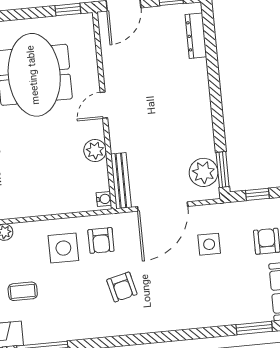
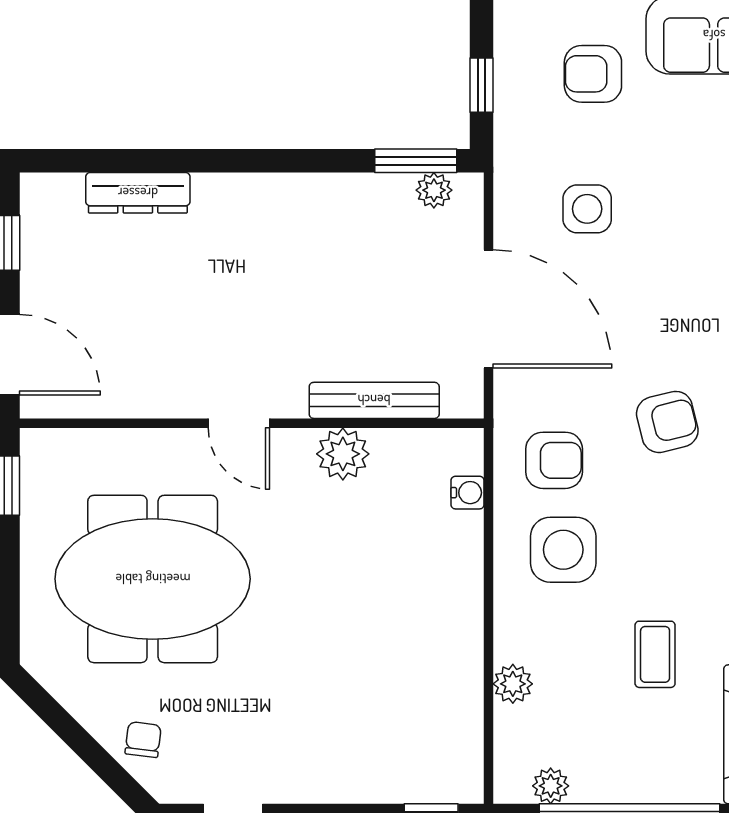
dresser: (196, 36) -> (138, 193), moved
plant: (204, 172) -> (434, 190), width x0.53, depth x0.53
bench: (121, 181) -> (374, 400), moved
water cooler: (104, 199) -> (467, 493), moved, turned 90

